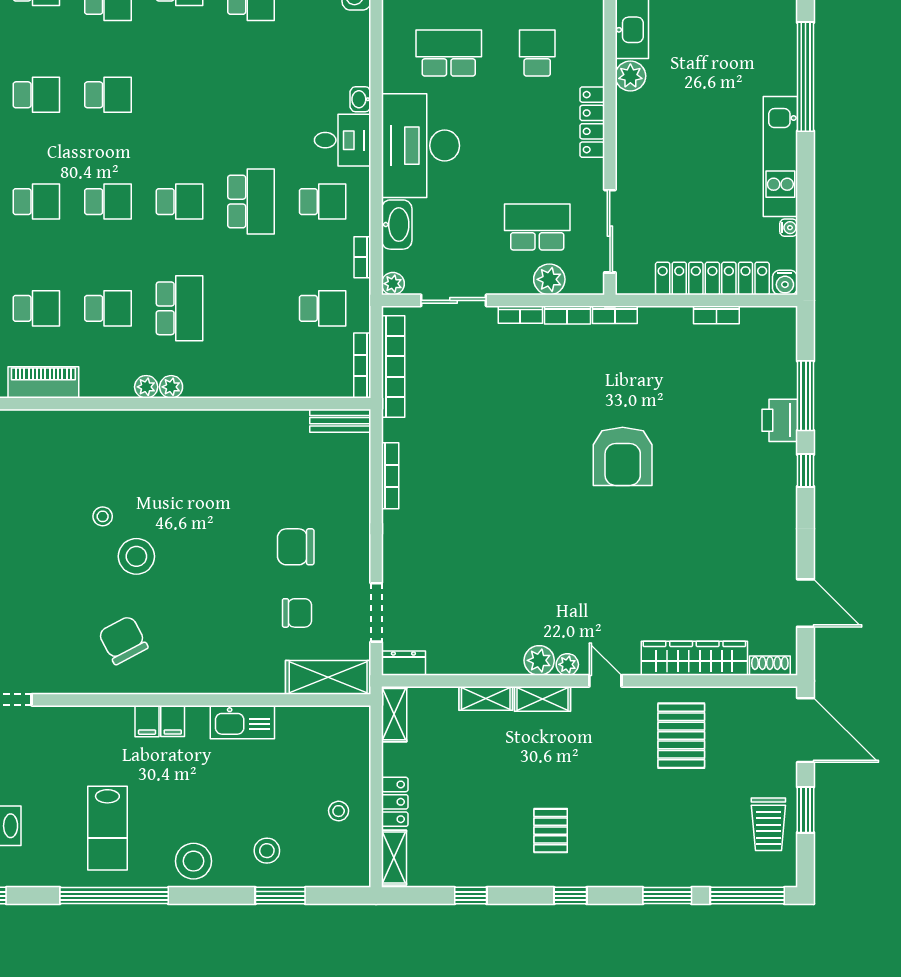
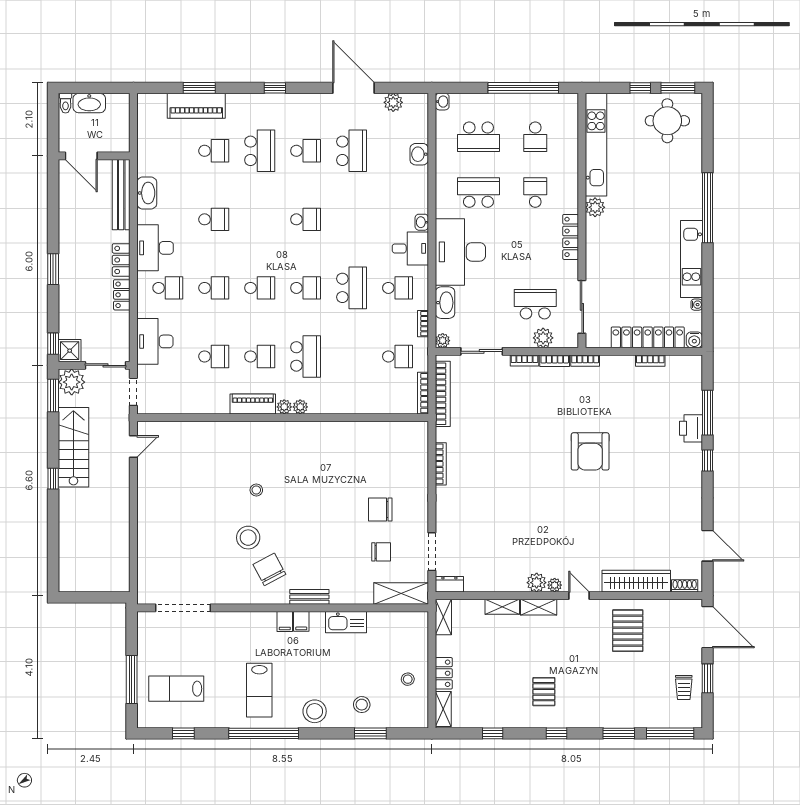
school desk: (108, 95) -> (306, 219), moved
piano: (43, 382) -> (253, 404), moved
bench: (340, 421) -> (309, 597), moved
stool: (136, 556) -> (248, 538), moved
trolley: (768, 824) -> (684, 688), width x0.73, depth x0.72

